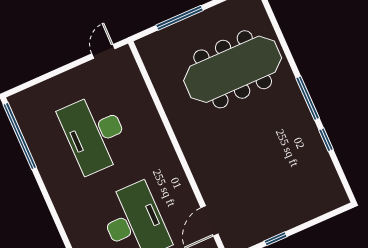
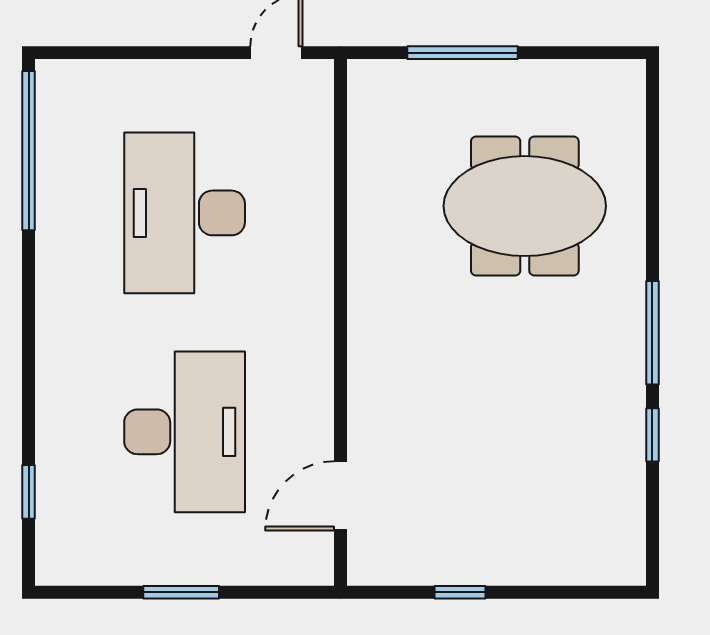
meeting table: (233, 69) -> (525, 206), width x0.73

